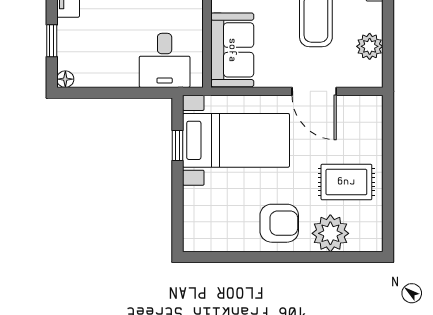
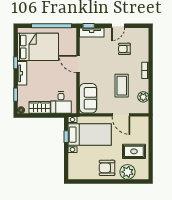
wardrobe: (111, 72) -> (40, 107), added
armchair: (279, 223) -> (107, 168), turned 180

